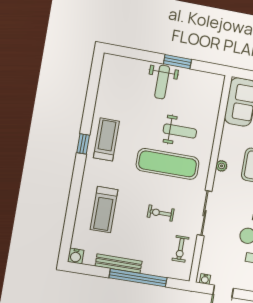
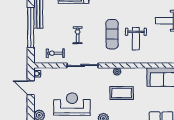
exercise mat: (168, 164) -> (112, 34), width x0.73, depth x0.69

